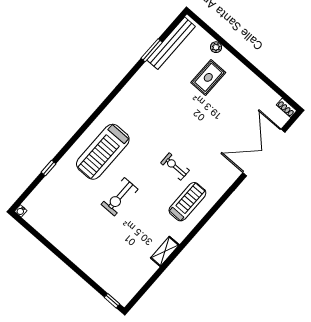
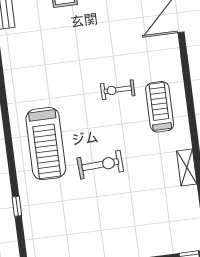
exercise bike: (120, 197) -> (100, 165), turned -93

